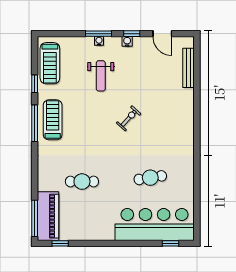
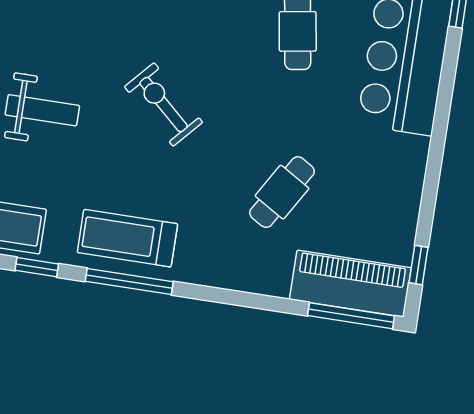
exercise bike: (129, 118) -> (164, 105), moved, width x1.38, depth x1.39
cafe table: (82, 182) -> (282, 192), turned 31

